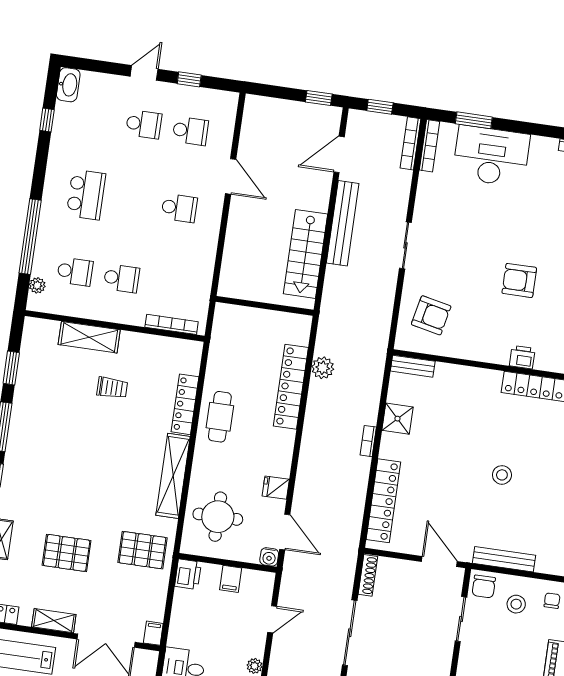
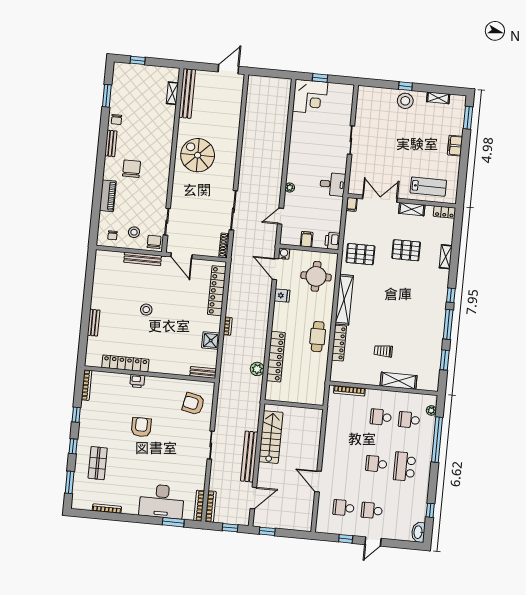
school desk: (179, 208) -> (376, 464), moved
armchair: (519, 280) -> (141, 427), turned -90

